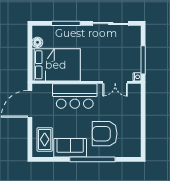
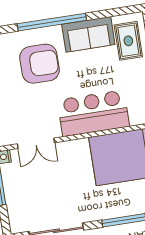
double door: (115, 82) -> (36, 143), swing flipped

